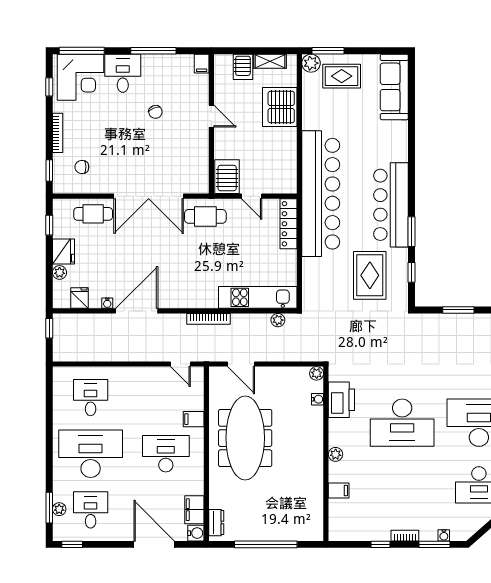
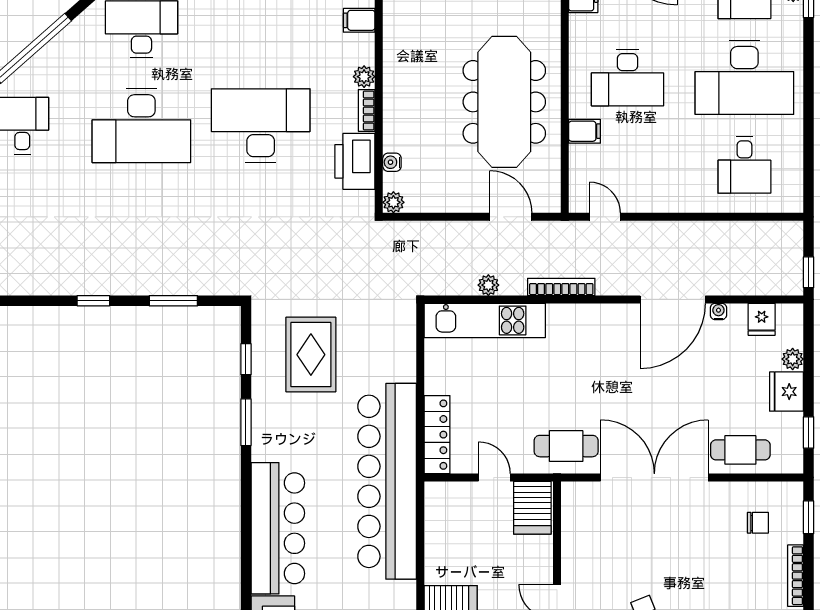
bar counter: (391, 205) -> (278, 528), moved
plant: (278, 320) -> (488, 285), moved
bookcase: (334, 432) -> (367, 110), added

